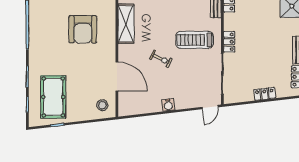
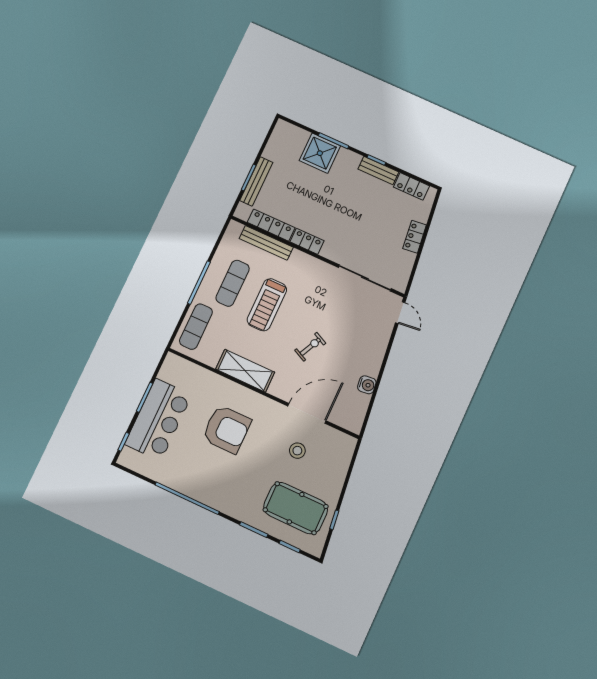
treadmill: (195, 40) -> (267, 305), moved
locker: (229, 42) -> (307, 241), moved
stool: (102, 105) -> (297, 451), moved
water cooler: (168, 105) -> (367, 385), moved

